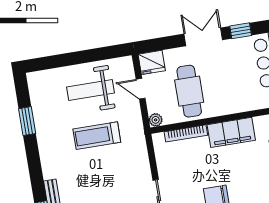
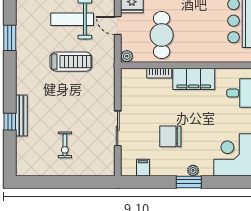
bookcase: (186, 133) -> (159, 73), width x0.64
treadmill: (97, 136) -> (71, 62), turned 180

